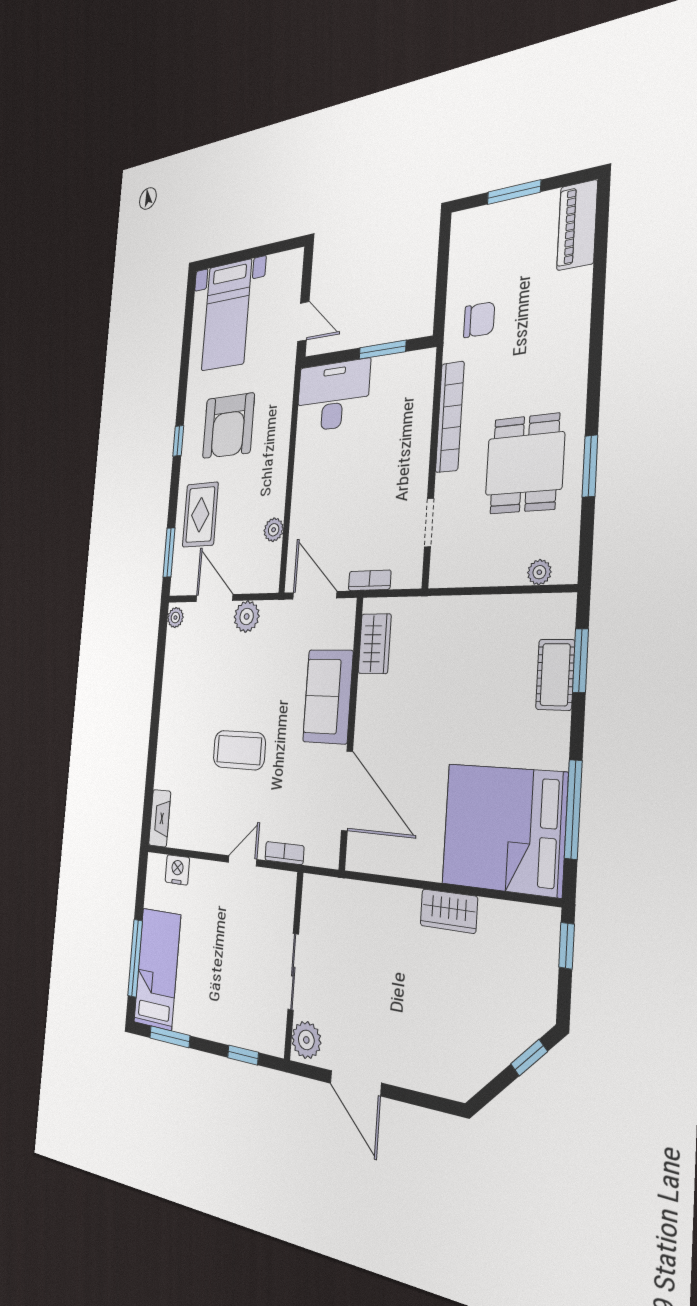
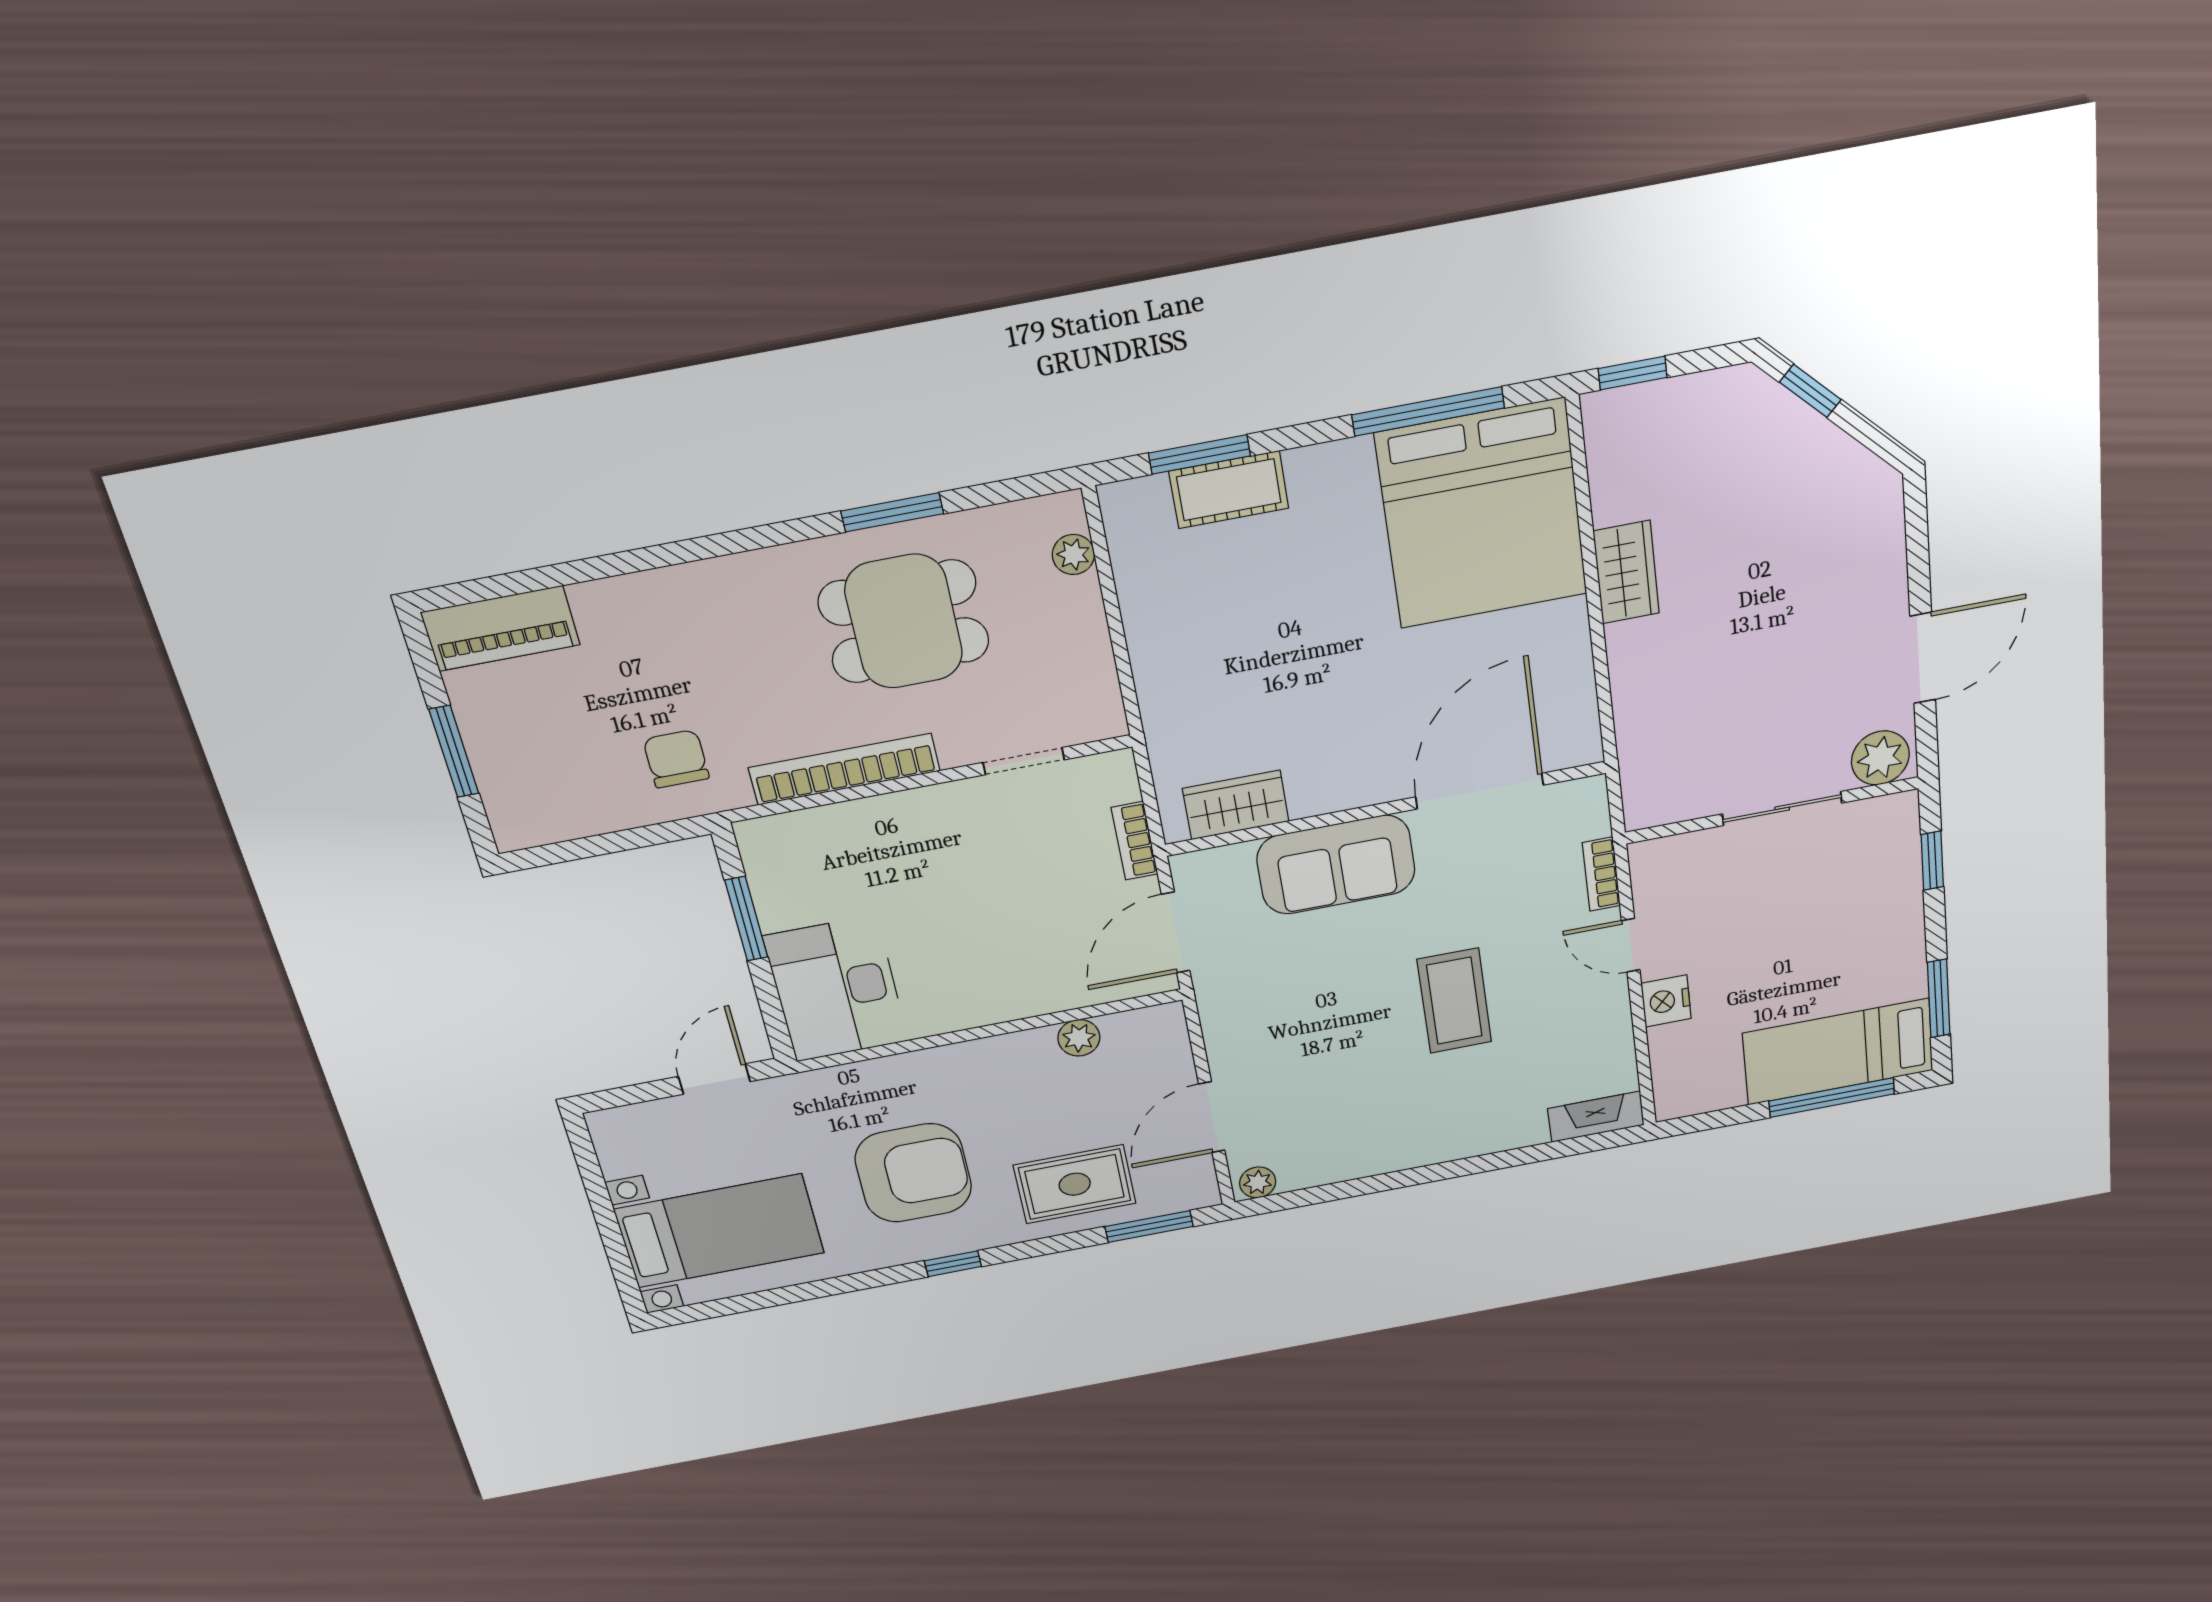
plant: (247, 616) -> (1232, 1048), removed
nightstand: (177, 870) -> (1666, 1001), moved

